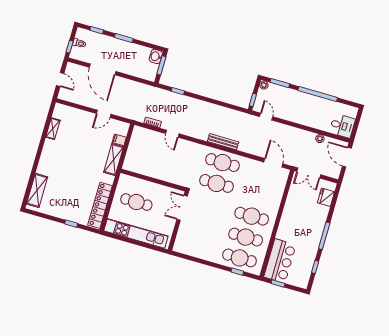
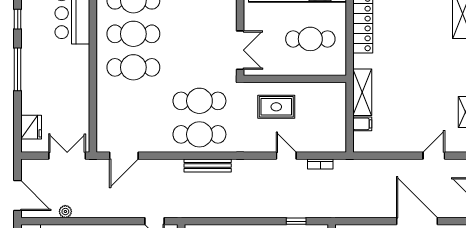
door: (104, 114) -> (434, 156), moved
door: (273, 163) -> (124, 156), hinge flipped
rug: (170, 166) -> (276, 107), added

